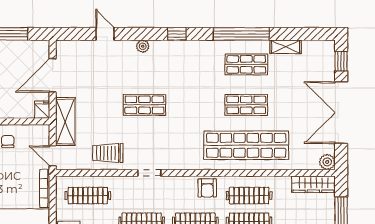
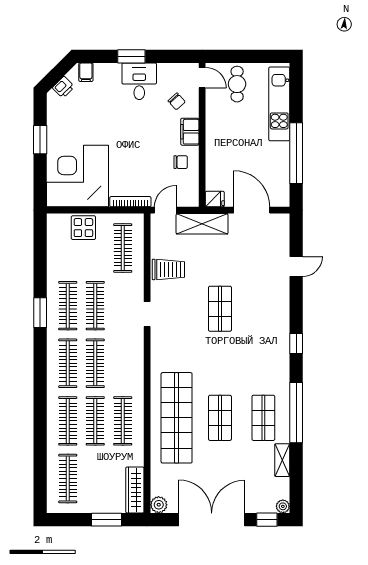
plant: (143, 46) -> (283, 506), moved
trolley: (108, 153) -> (168, 269), turned 90
armchair: (207, 188) -> (131, 376), removed

